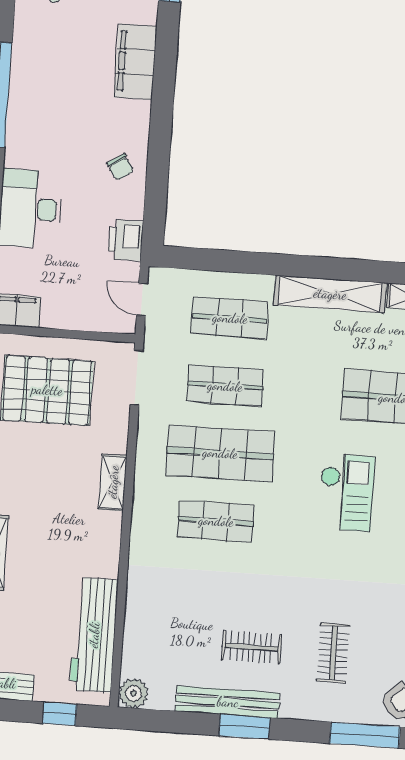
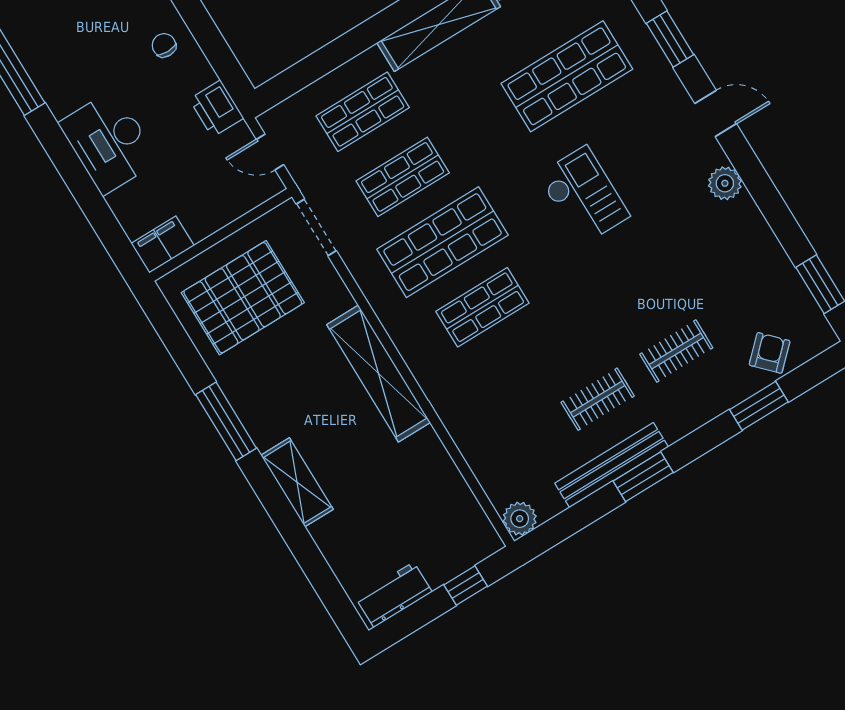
chair: (120, 167) -> (164, 45), turned -147
shelving: (113, 482) -> (379, 374), width x2.20, depth x1.33
workbench: (94, 635) -> (445, 491), removed
clothes rail: (333, 653) -> (676, 351), turned 90
window: (365, 735) -> (759, 406), width x0.69

